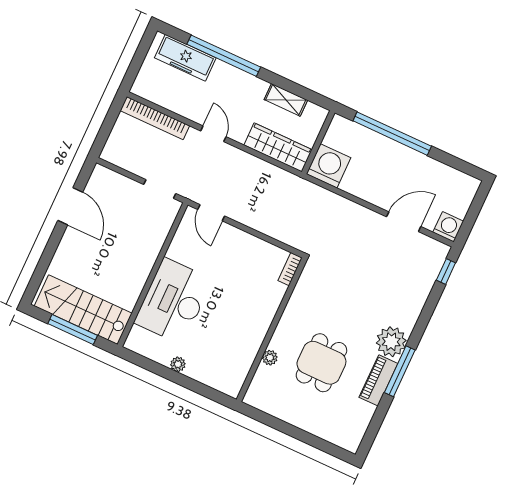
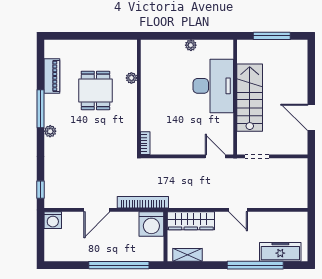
shelving: (286, 100) -> (188, 255), moved
bookcase: (155, 118) -> (143, 202), moved
door: (404, 222) -> (97, 210), moved
stairs: (83, 310) -> (250, 98), moved, turned -90
plant: (391, 342) -> (50, 131), width x0.53, depth x0.53
piano: (378, 380) -> (52, 76), moved

